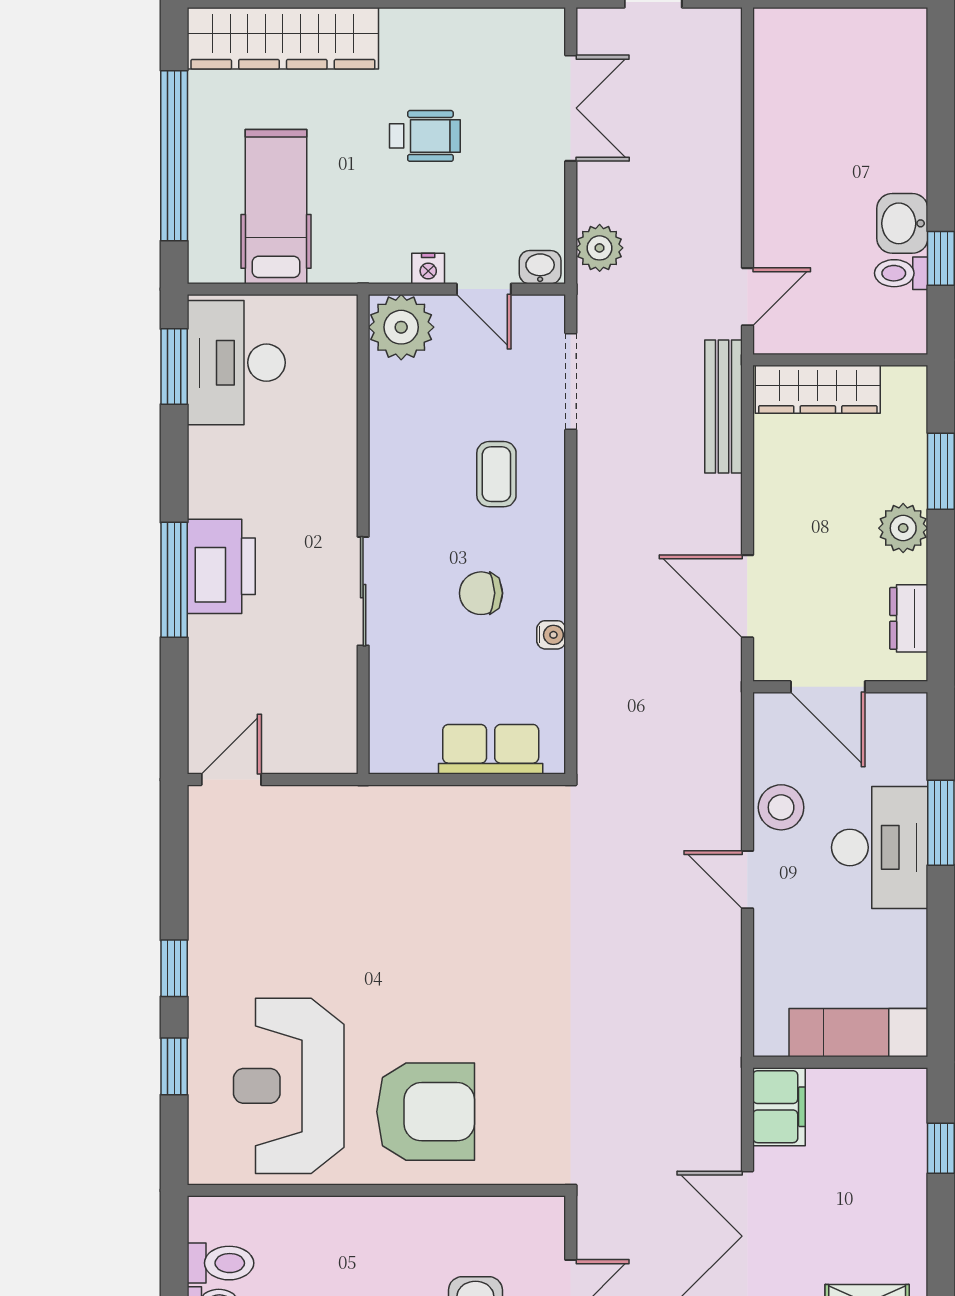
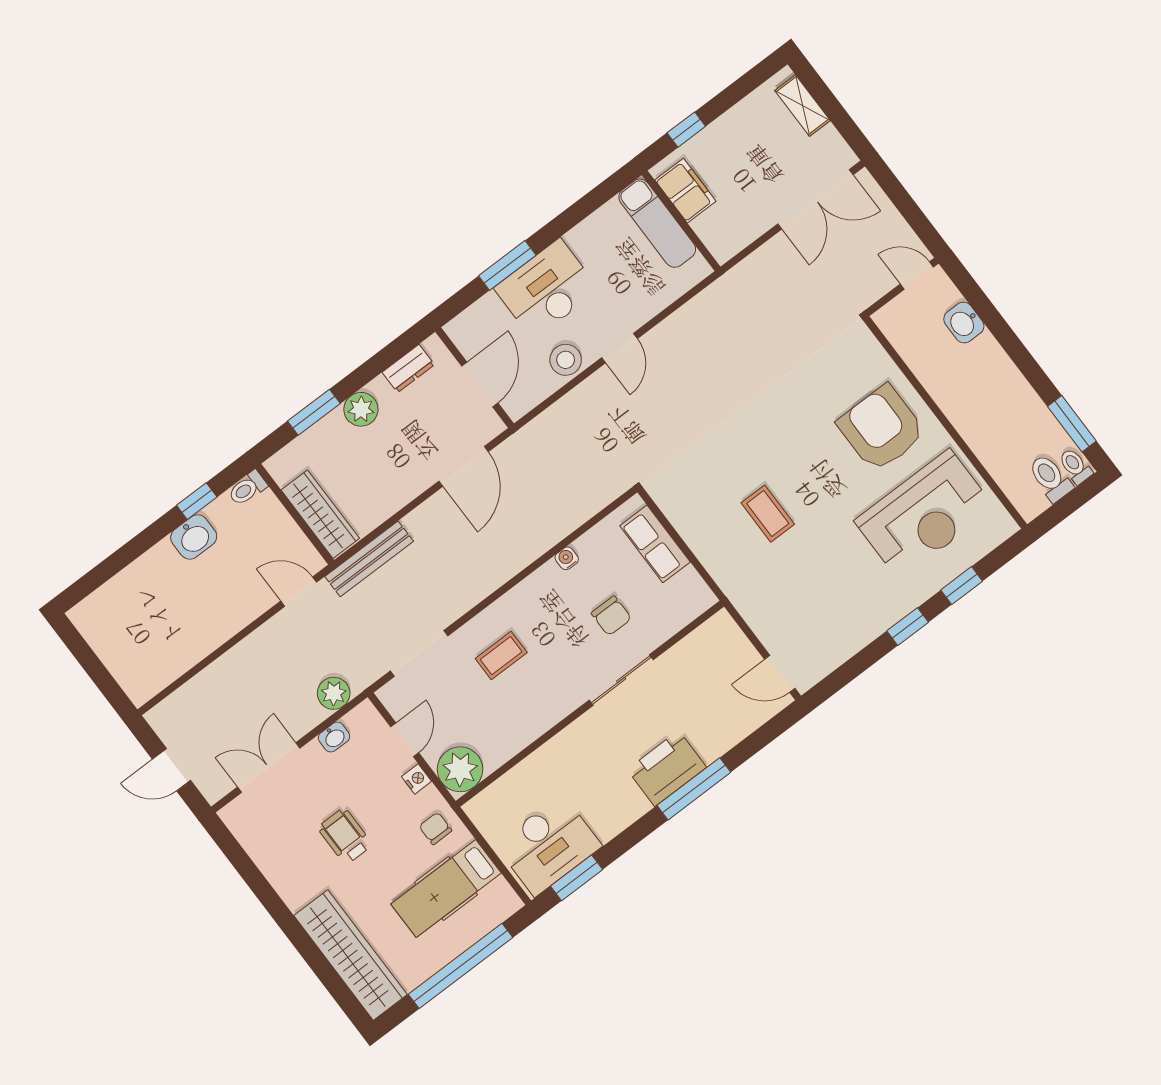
chair: (355, 247) -> (435, 828), added
washbasin: (540, 267) -> (334, 737), moved, turned -90
toilet: (901, 273) -> (247, 488), moved, turned 90
chair: (481, 593) -> (611, 616), moved
coffee table: (427, 906) -> (768, 514), added
filing cabinet: (779, 1107) -> (685, 191), moved, turned 90

